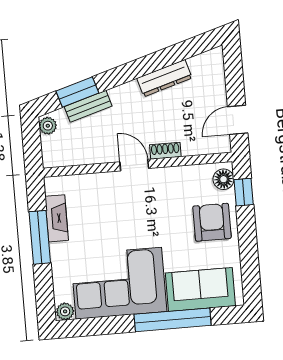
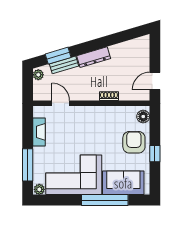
dresser: (164, 78) -> (94, 57), moved
door: (134, 165) -> (61, 103), moved
window: (244, 192) -> (155, 154), moved
window: (40, 237) -> (28, 165), moved

